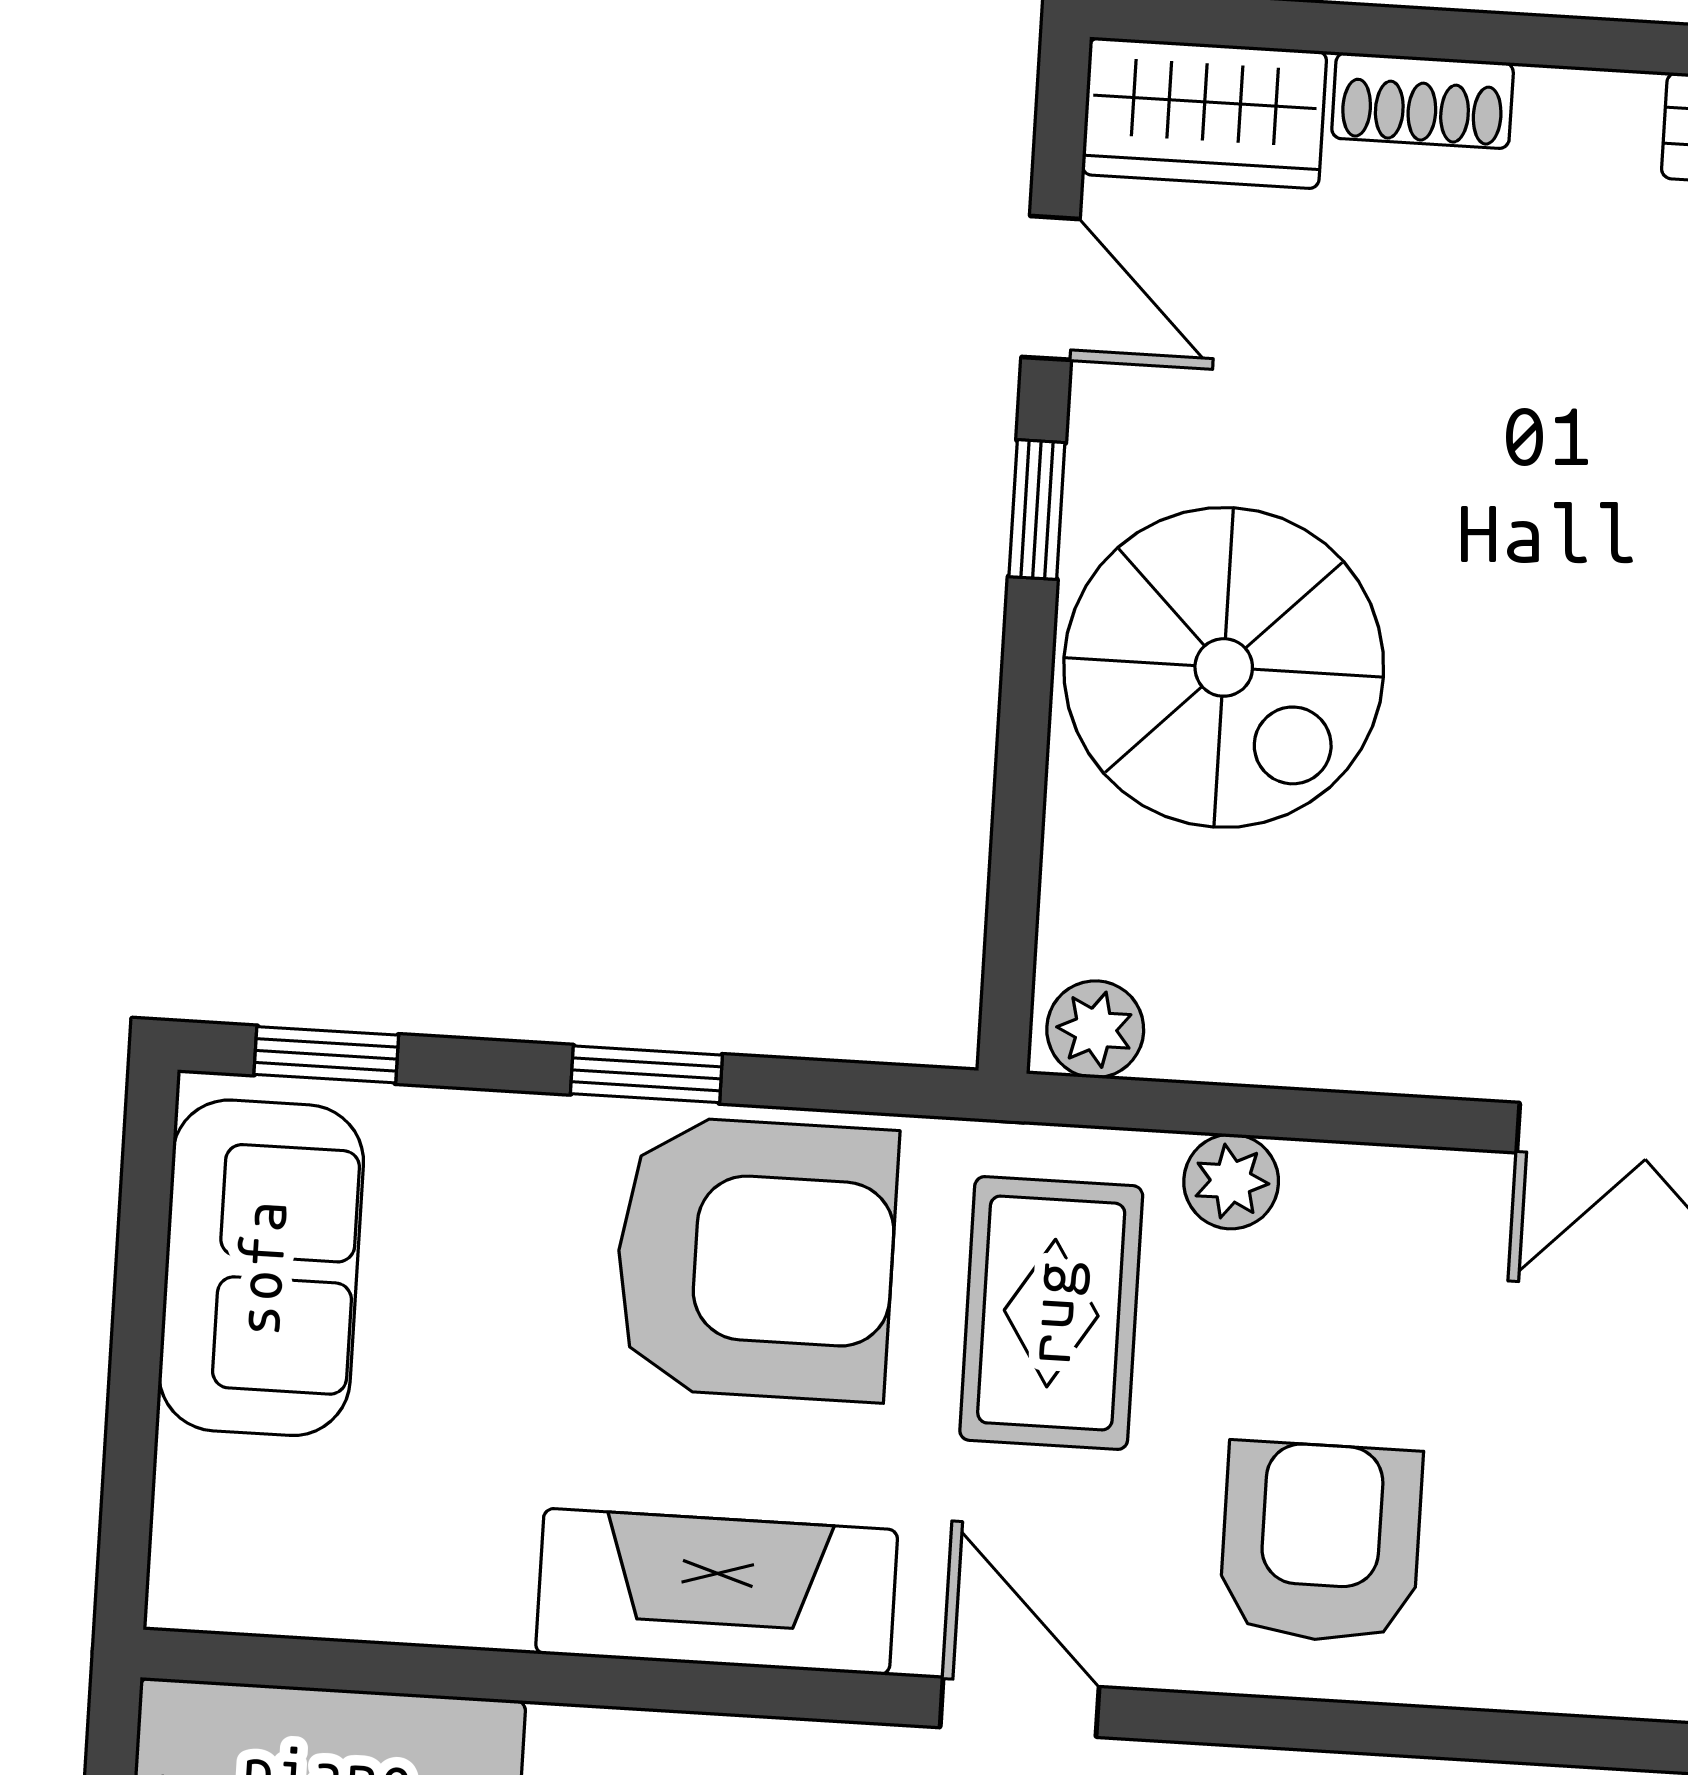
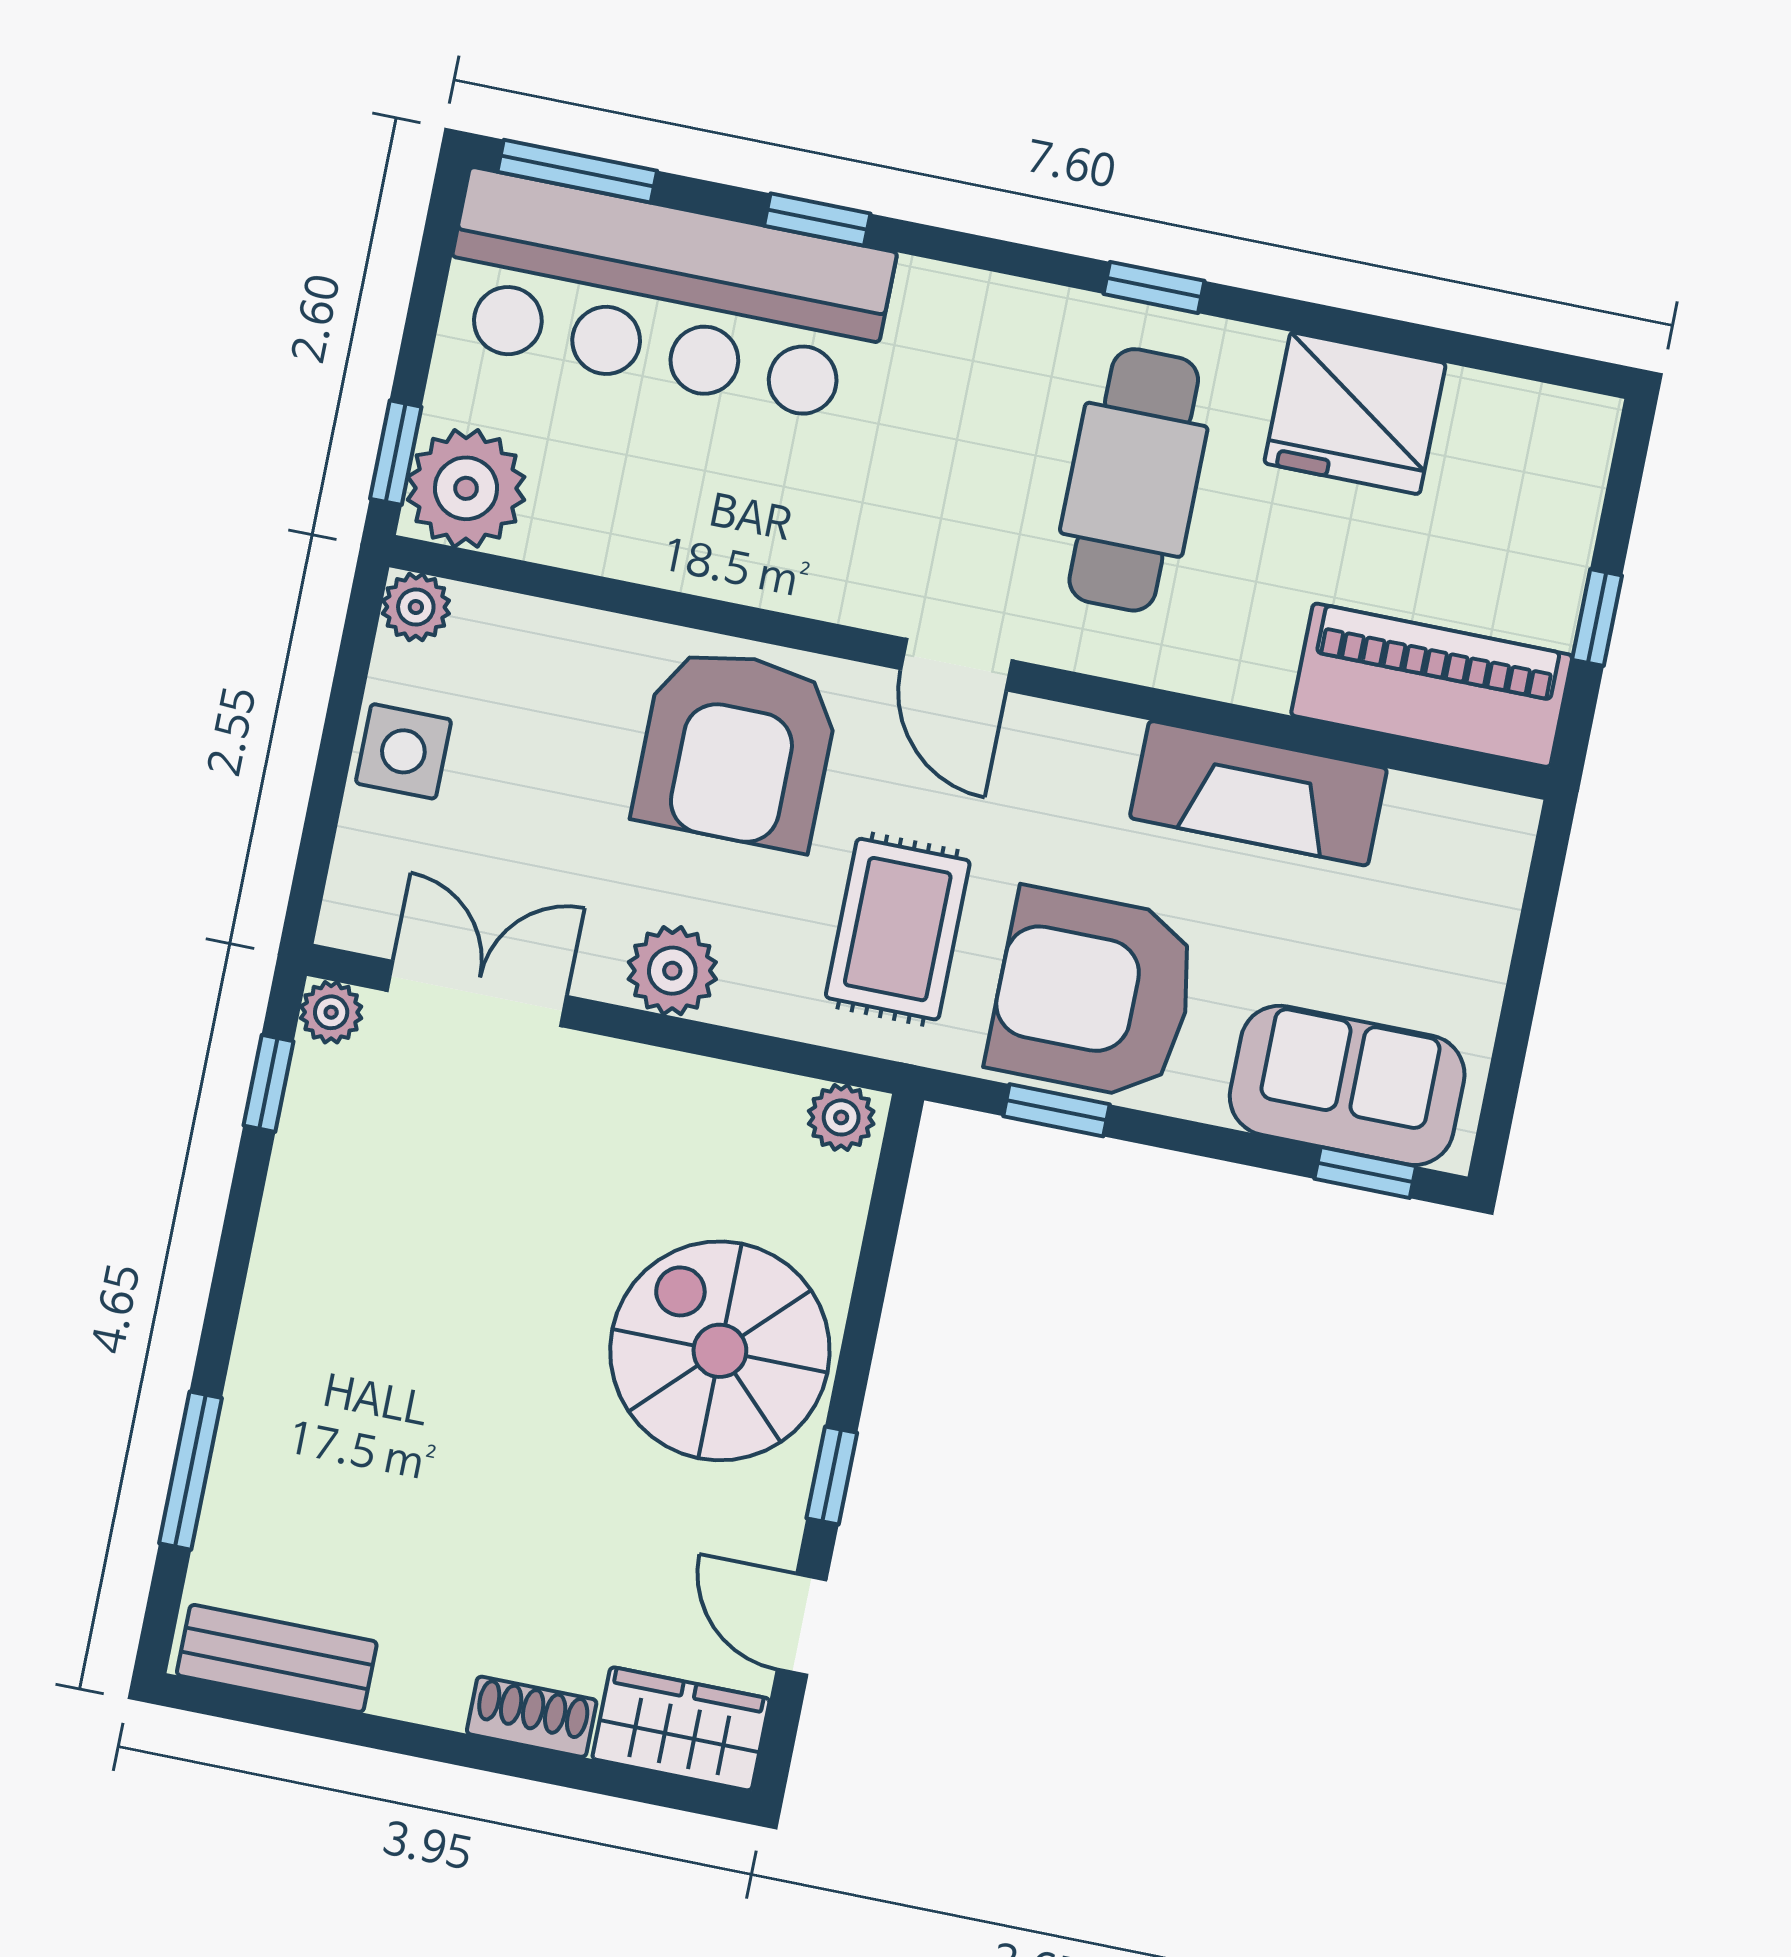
window: (646, 1074) -> (1056, 1110), moved
plant: (1231, 1182) -> (672, 971), moved, width x1.38, depth x1.38
sofa: (261, 1268) -> (1347, 1085), moved, turned 90
armchair: (1321, 1542) -> (736, 748), width x1.36, depth x1.36
fireplace: (717, 1592) -> (1258, 793), moved

